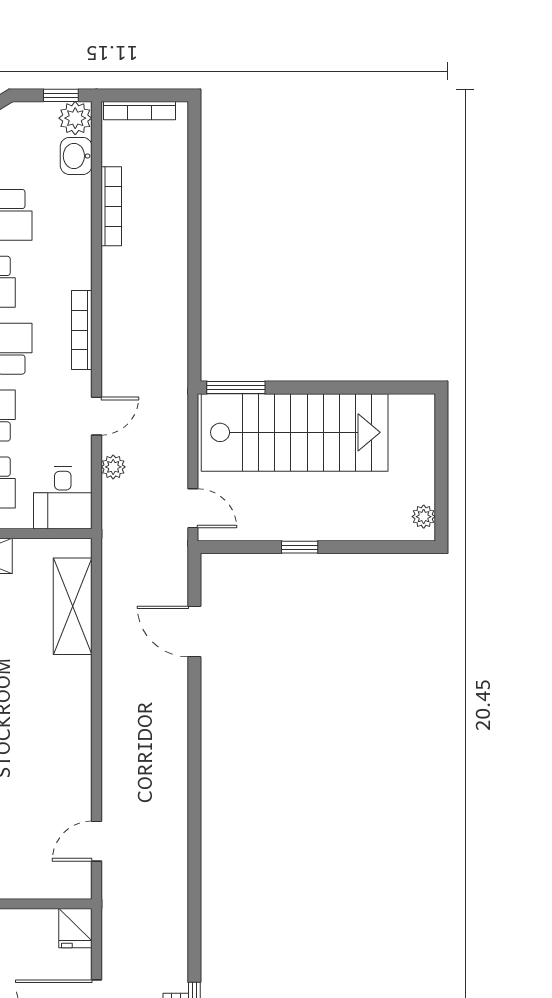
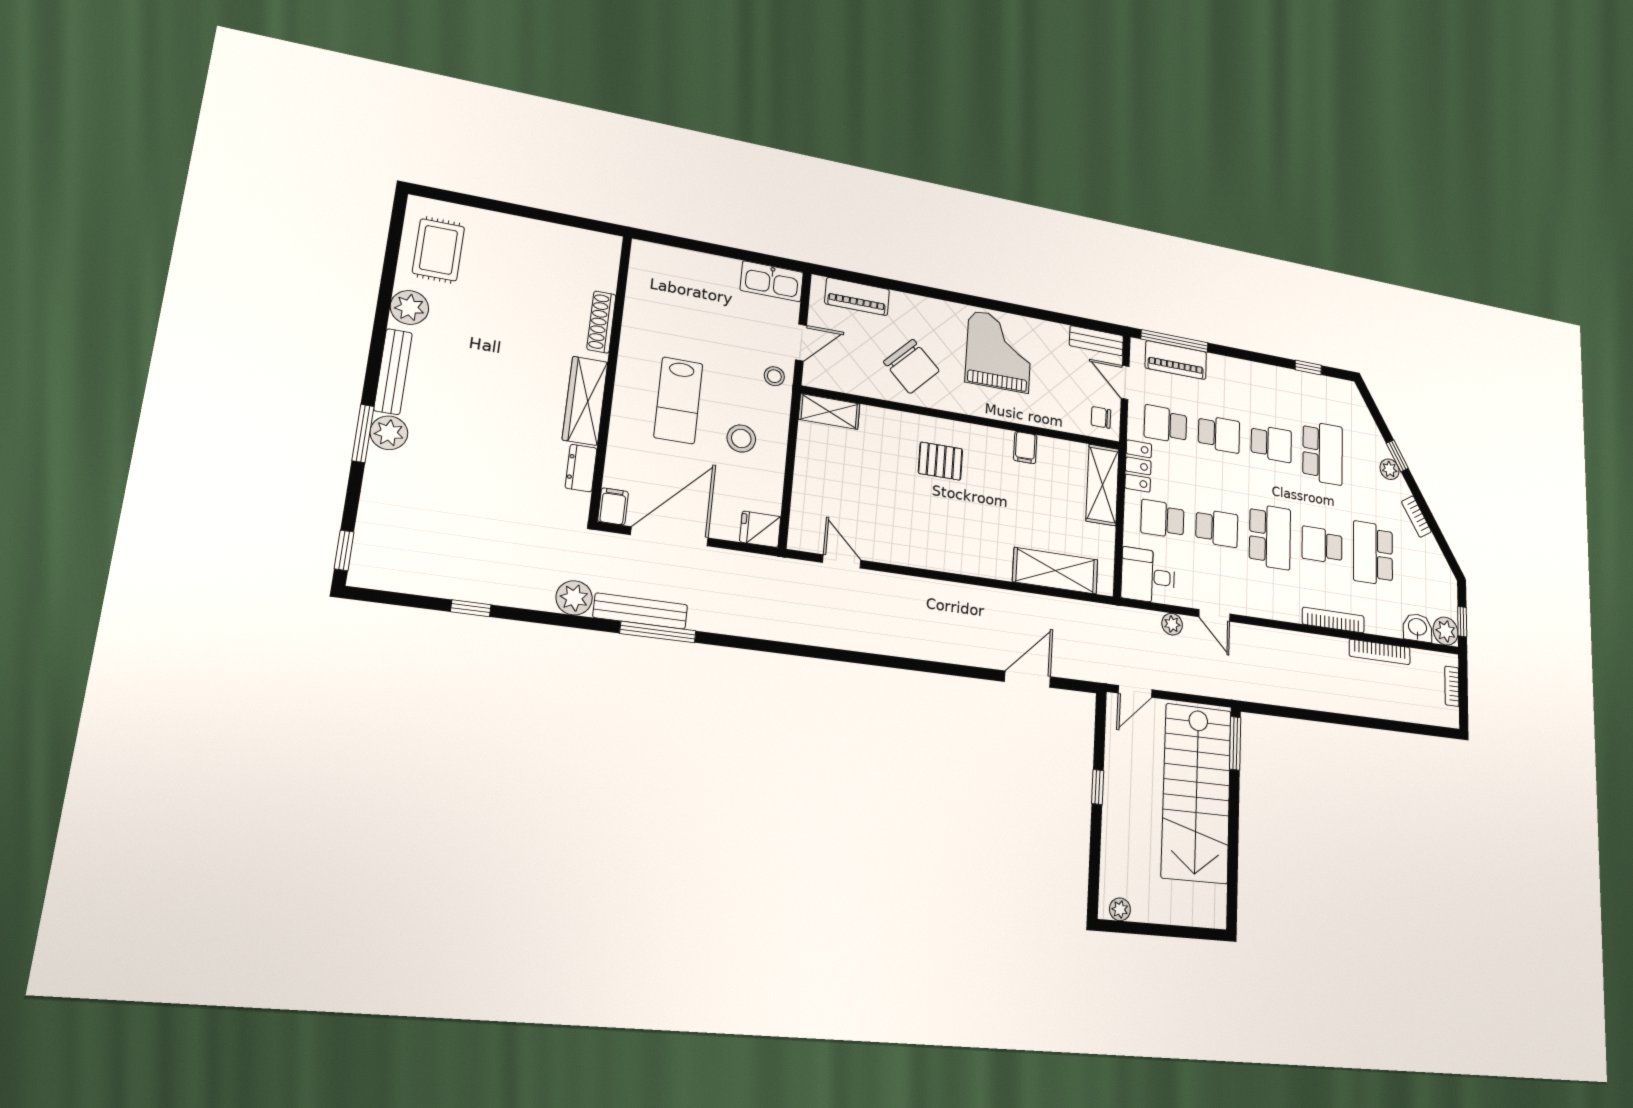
bookcase: (140, 111) -> (1452, 686), width x0.64
bookcase: (82, 330) -> (1333, 620), moved

